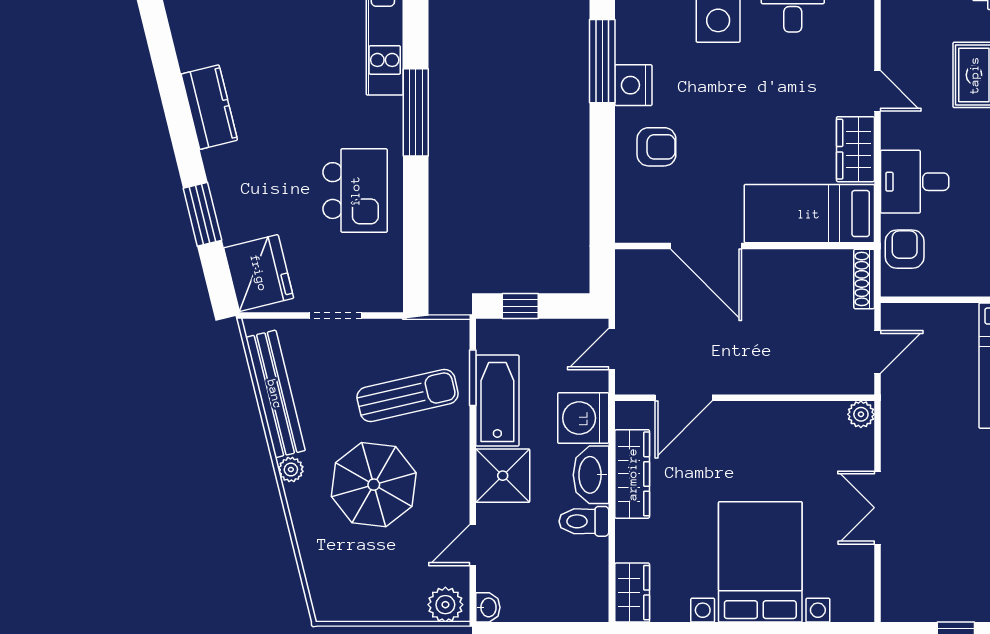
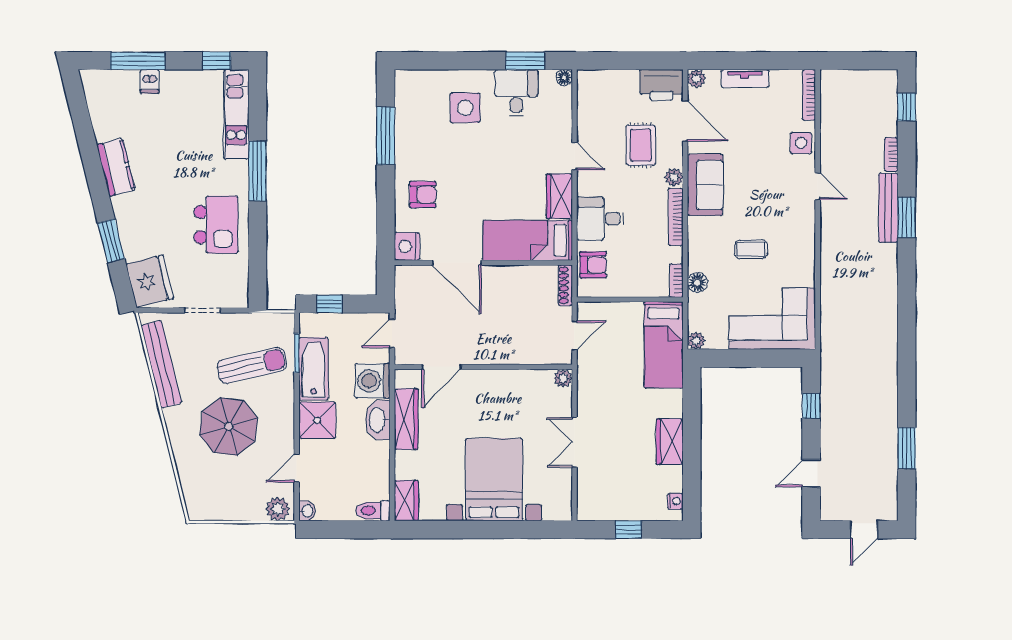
nightstand: (633, 85) -> (407, 246), moved
armchair: (905, 249) -> (593, 265), turned 90
plant: (291, 470) -> (172, 416), removed
toilet: (584, 521) -> (373, 511), moved

